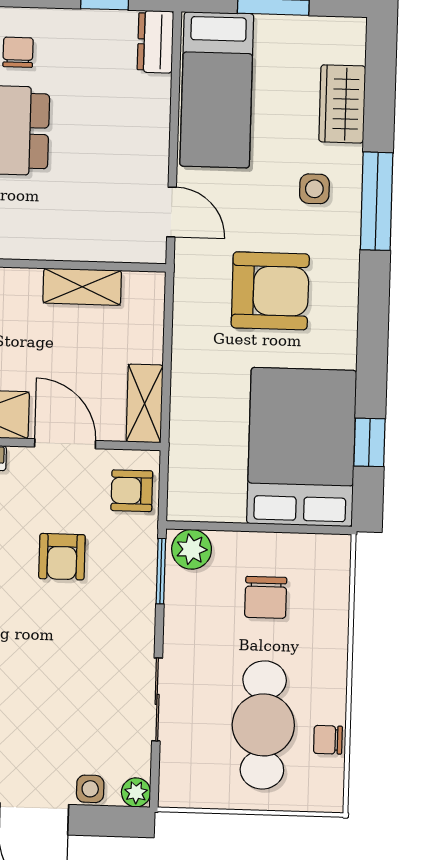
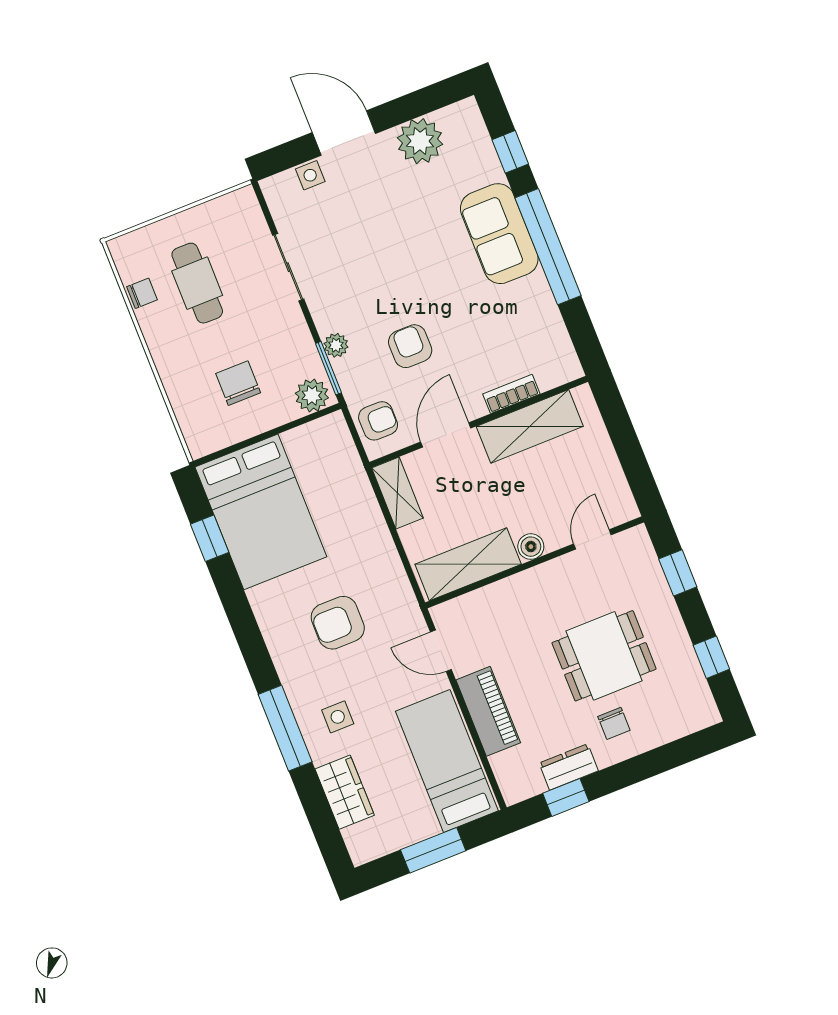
dresser: (155, 42) -> (569, 767), moved, turned -90
piano: (149, 124) -> (488, 711), added
boiler: (25, 283) -> (531, 547), added
shelving: (82, 287) -> (468, 564), width x1.50, depth x1.33
armchair: (270, 291) -> (338, 623), width x0.73, depth x0.73
door: (65, 444) -> (446, 435), swing flipped
cafe table: (263, 725) -> (197, 283), width x0.73, depth x0.74
plant: (136, 792) -> (336, 345), moved

